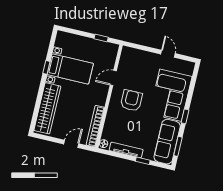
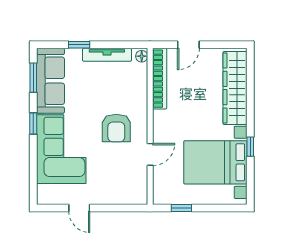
bed with nightstands: (70, 69) -> (215, 162), width x1.36

